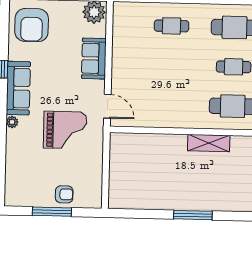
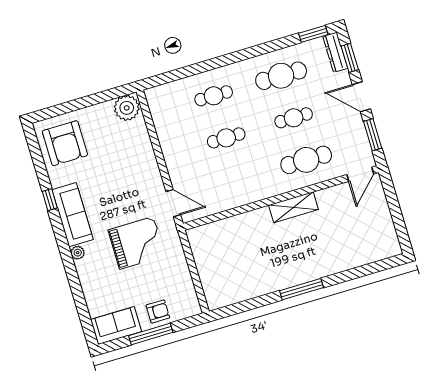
sofa: (94, 58) -> (116, 326), moved, turned 90
cafe table: (171, 65) -> (226, 138), added

